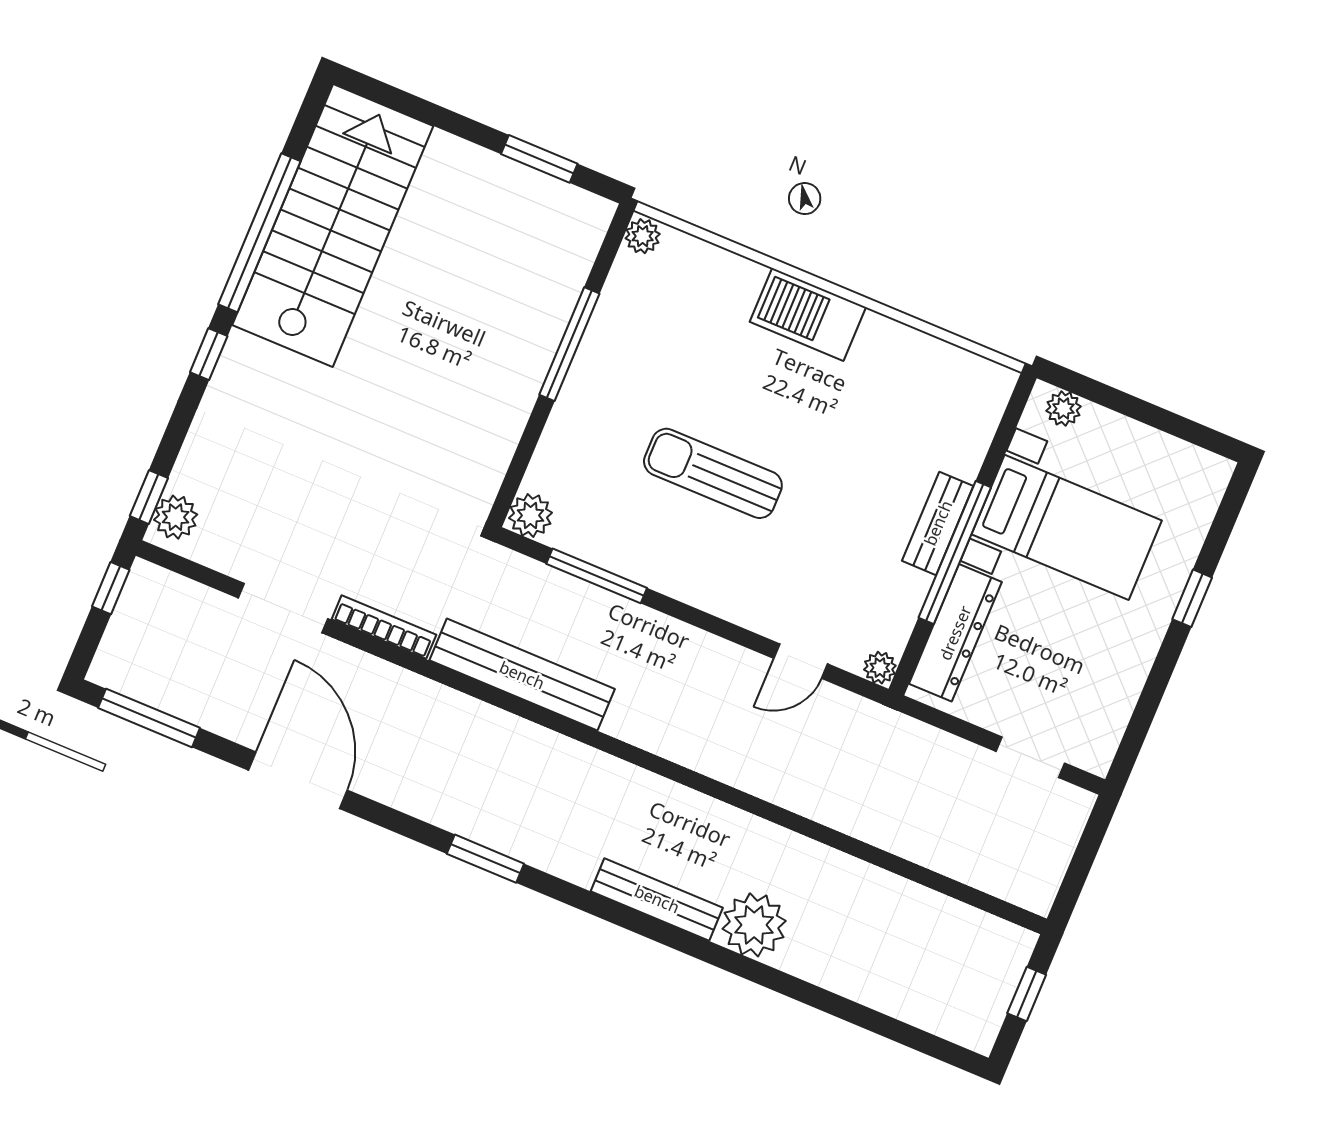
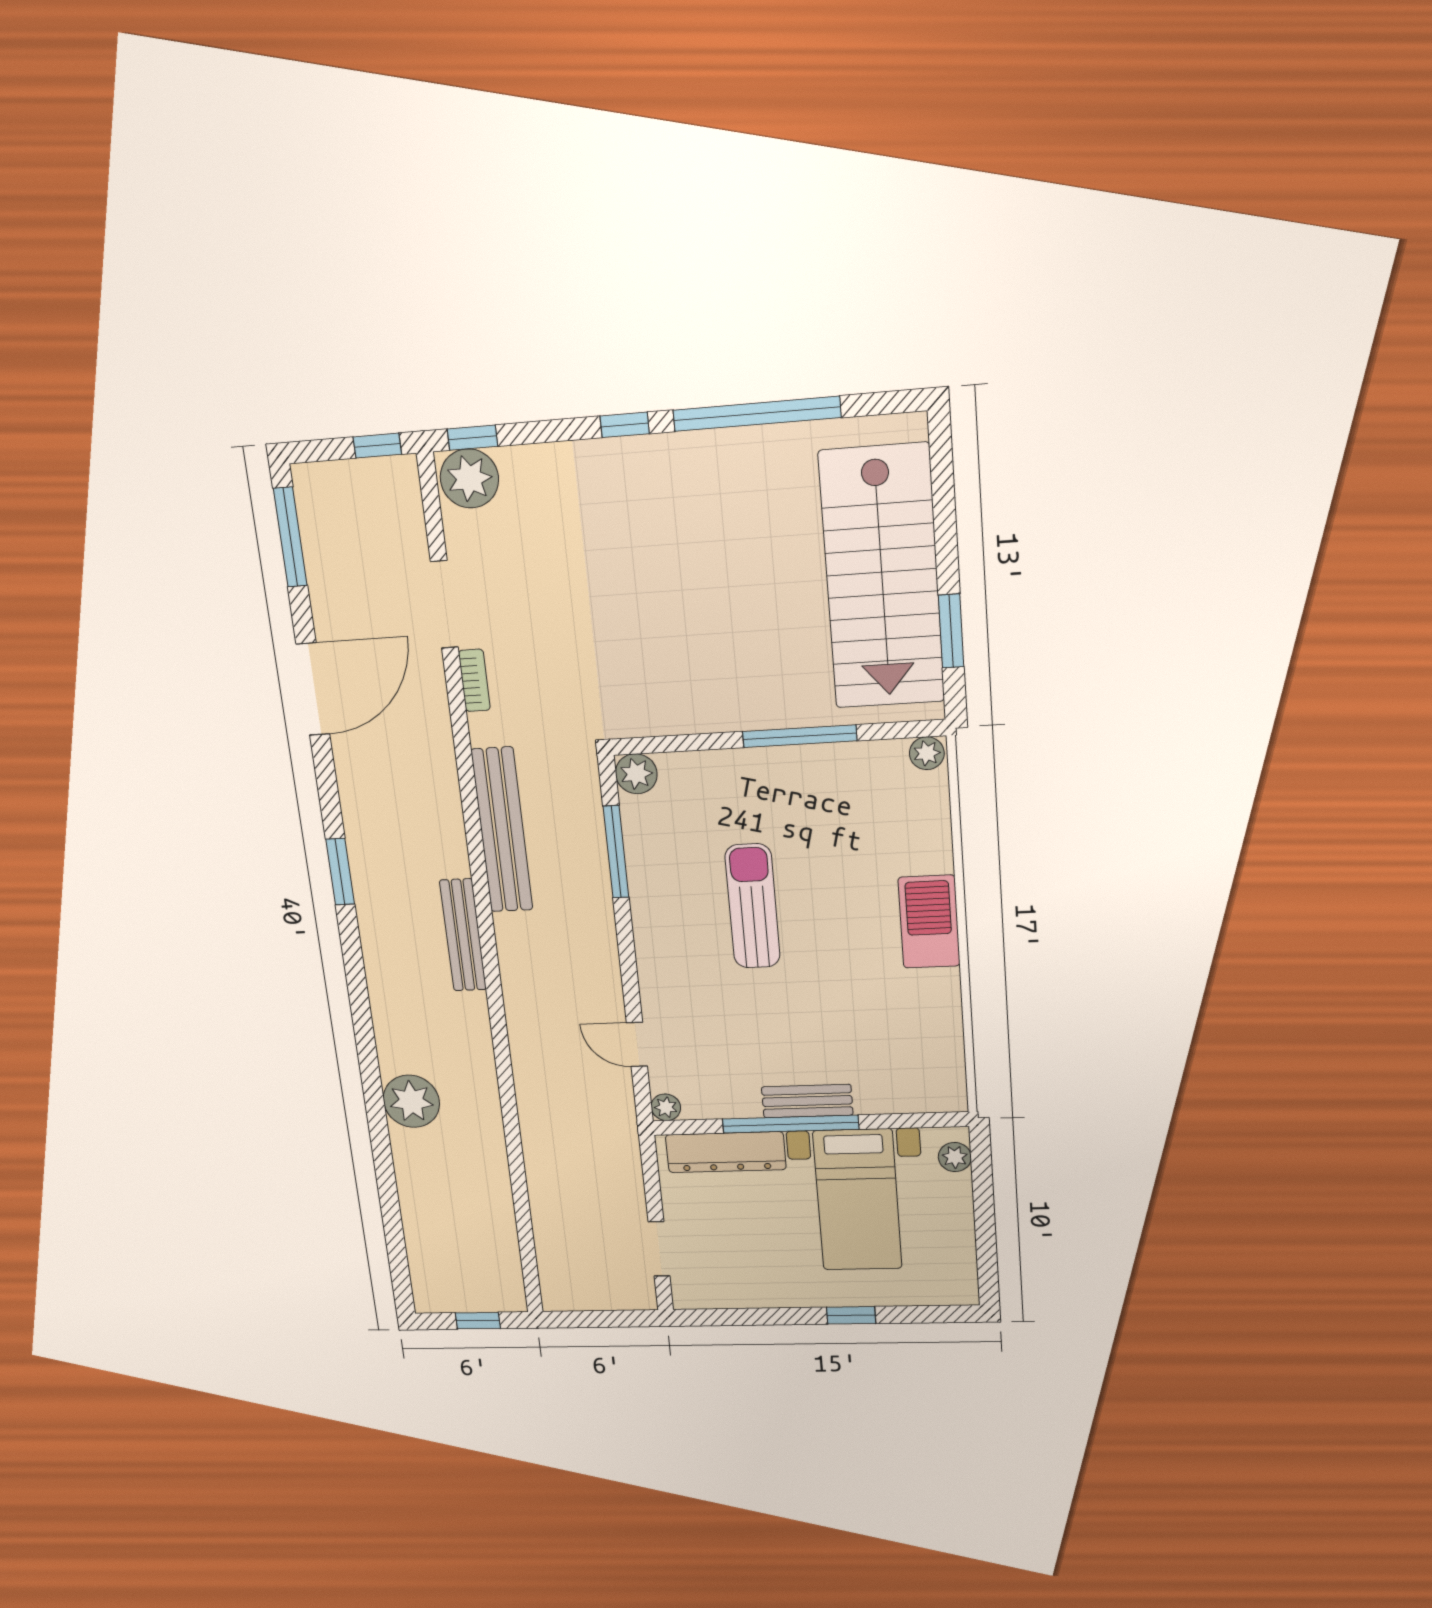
stairs: (333, 226) -> (882, 577), moved, turned 90
plant: (176, 517) -> (469, 478), width x1.36, depth x1.36
bookcase: (384, 627) -> (474, 680), width x0.64
bench: (657, 899) -> (463, 935), moved

